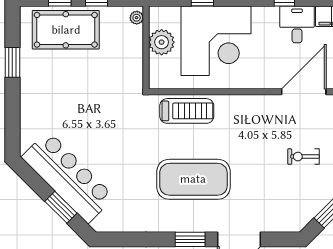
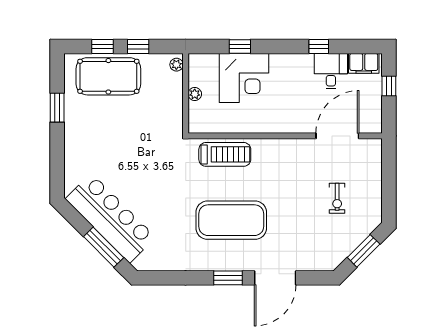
corner desk: (216, 41) -> (244, 78), width x0.74, depth x0.74
plant: (162, 42) -> (195, 94), width x0.53, depth x0.53
exercise bike: (303, 157) -> (337, 198), turned -90
window: (61, 207) -> (104, 247), width x1.44

